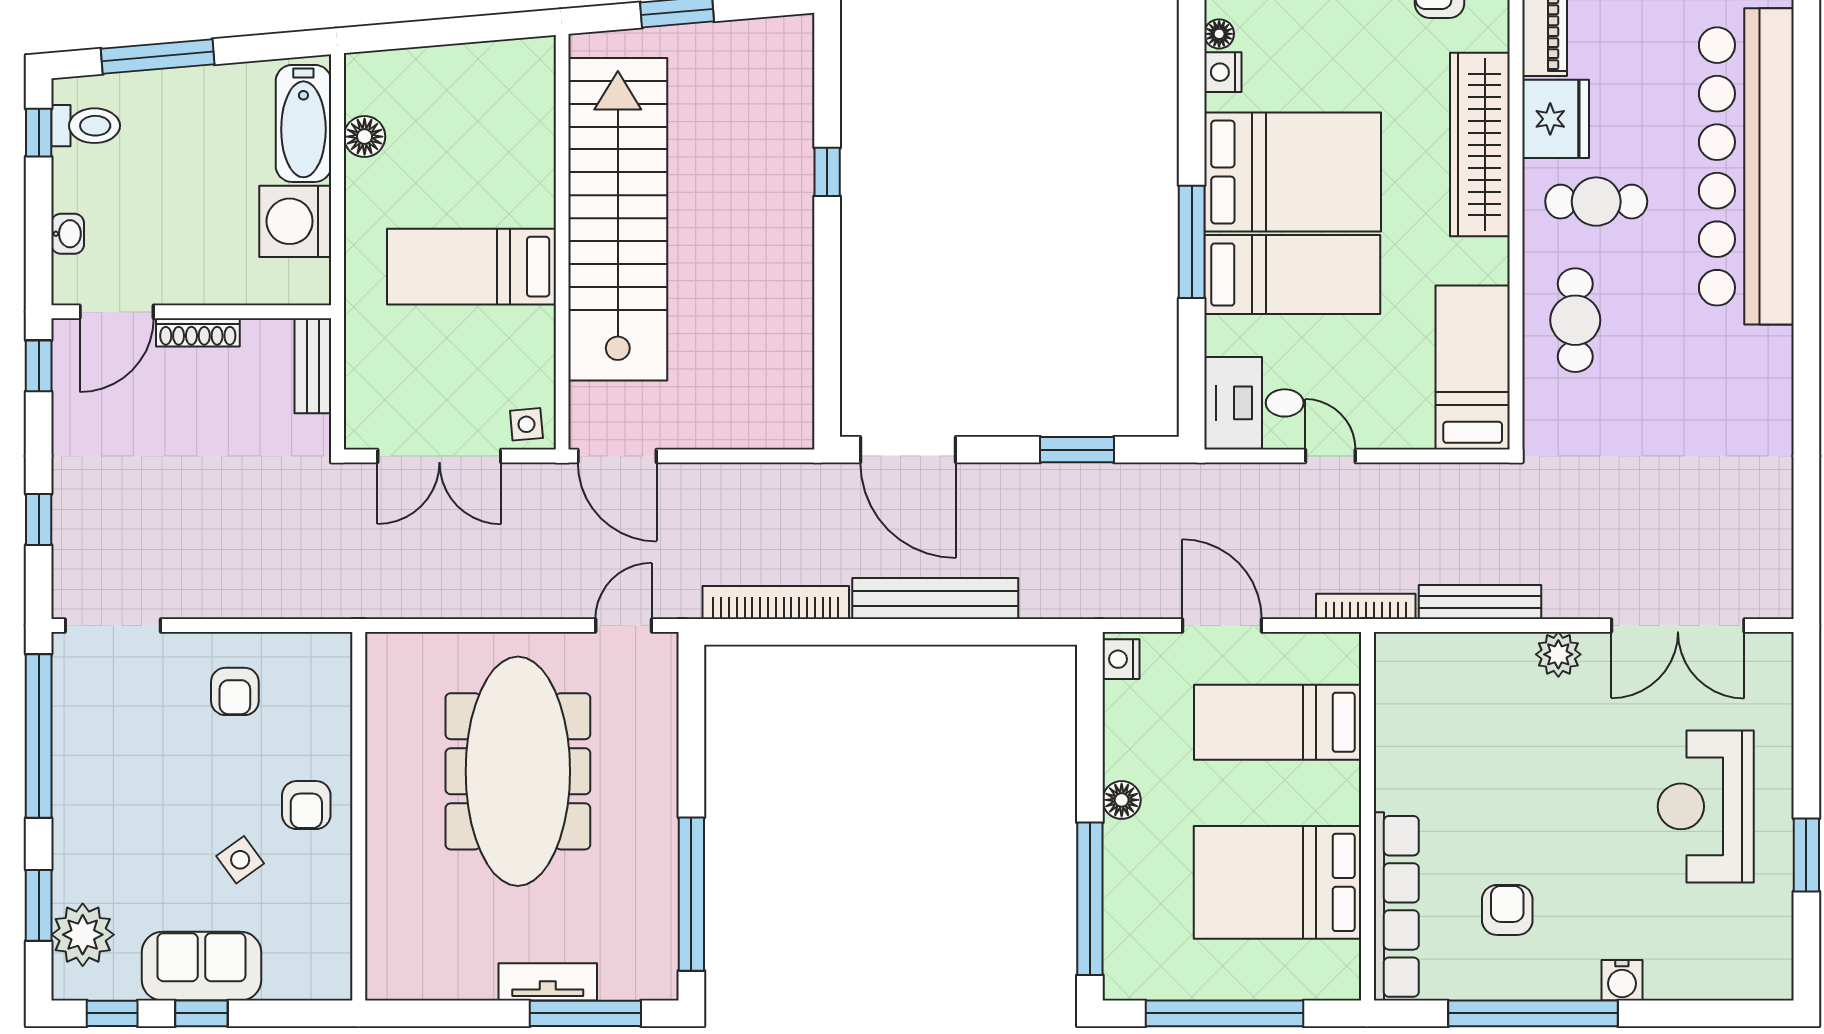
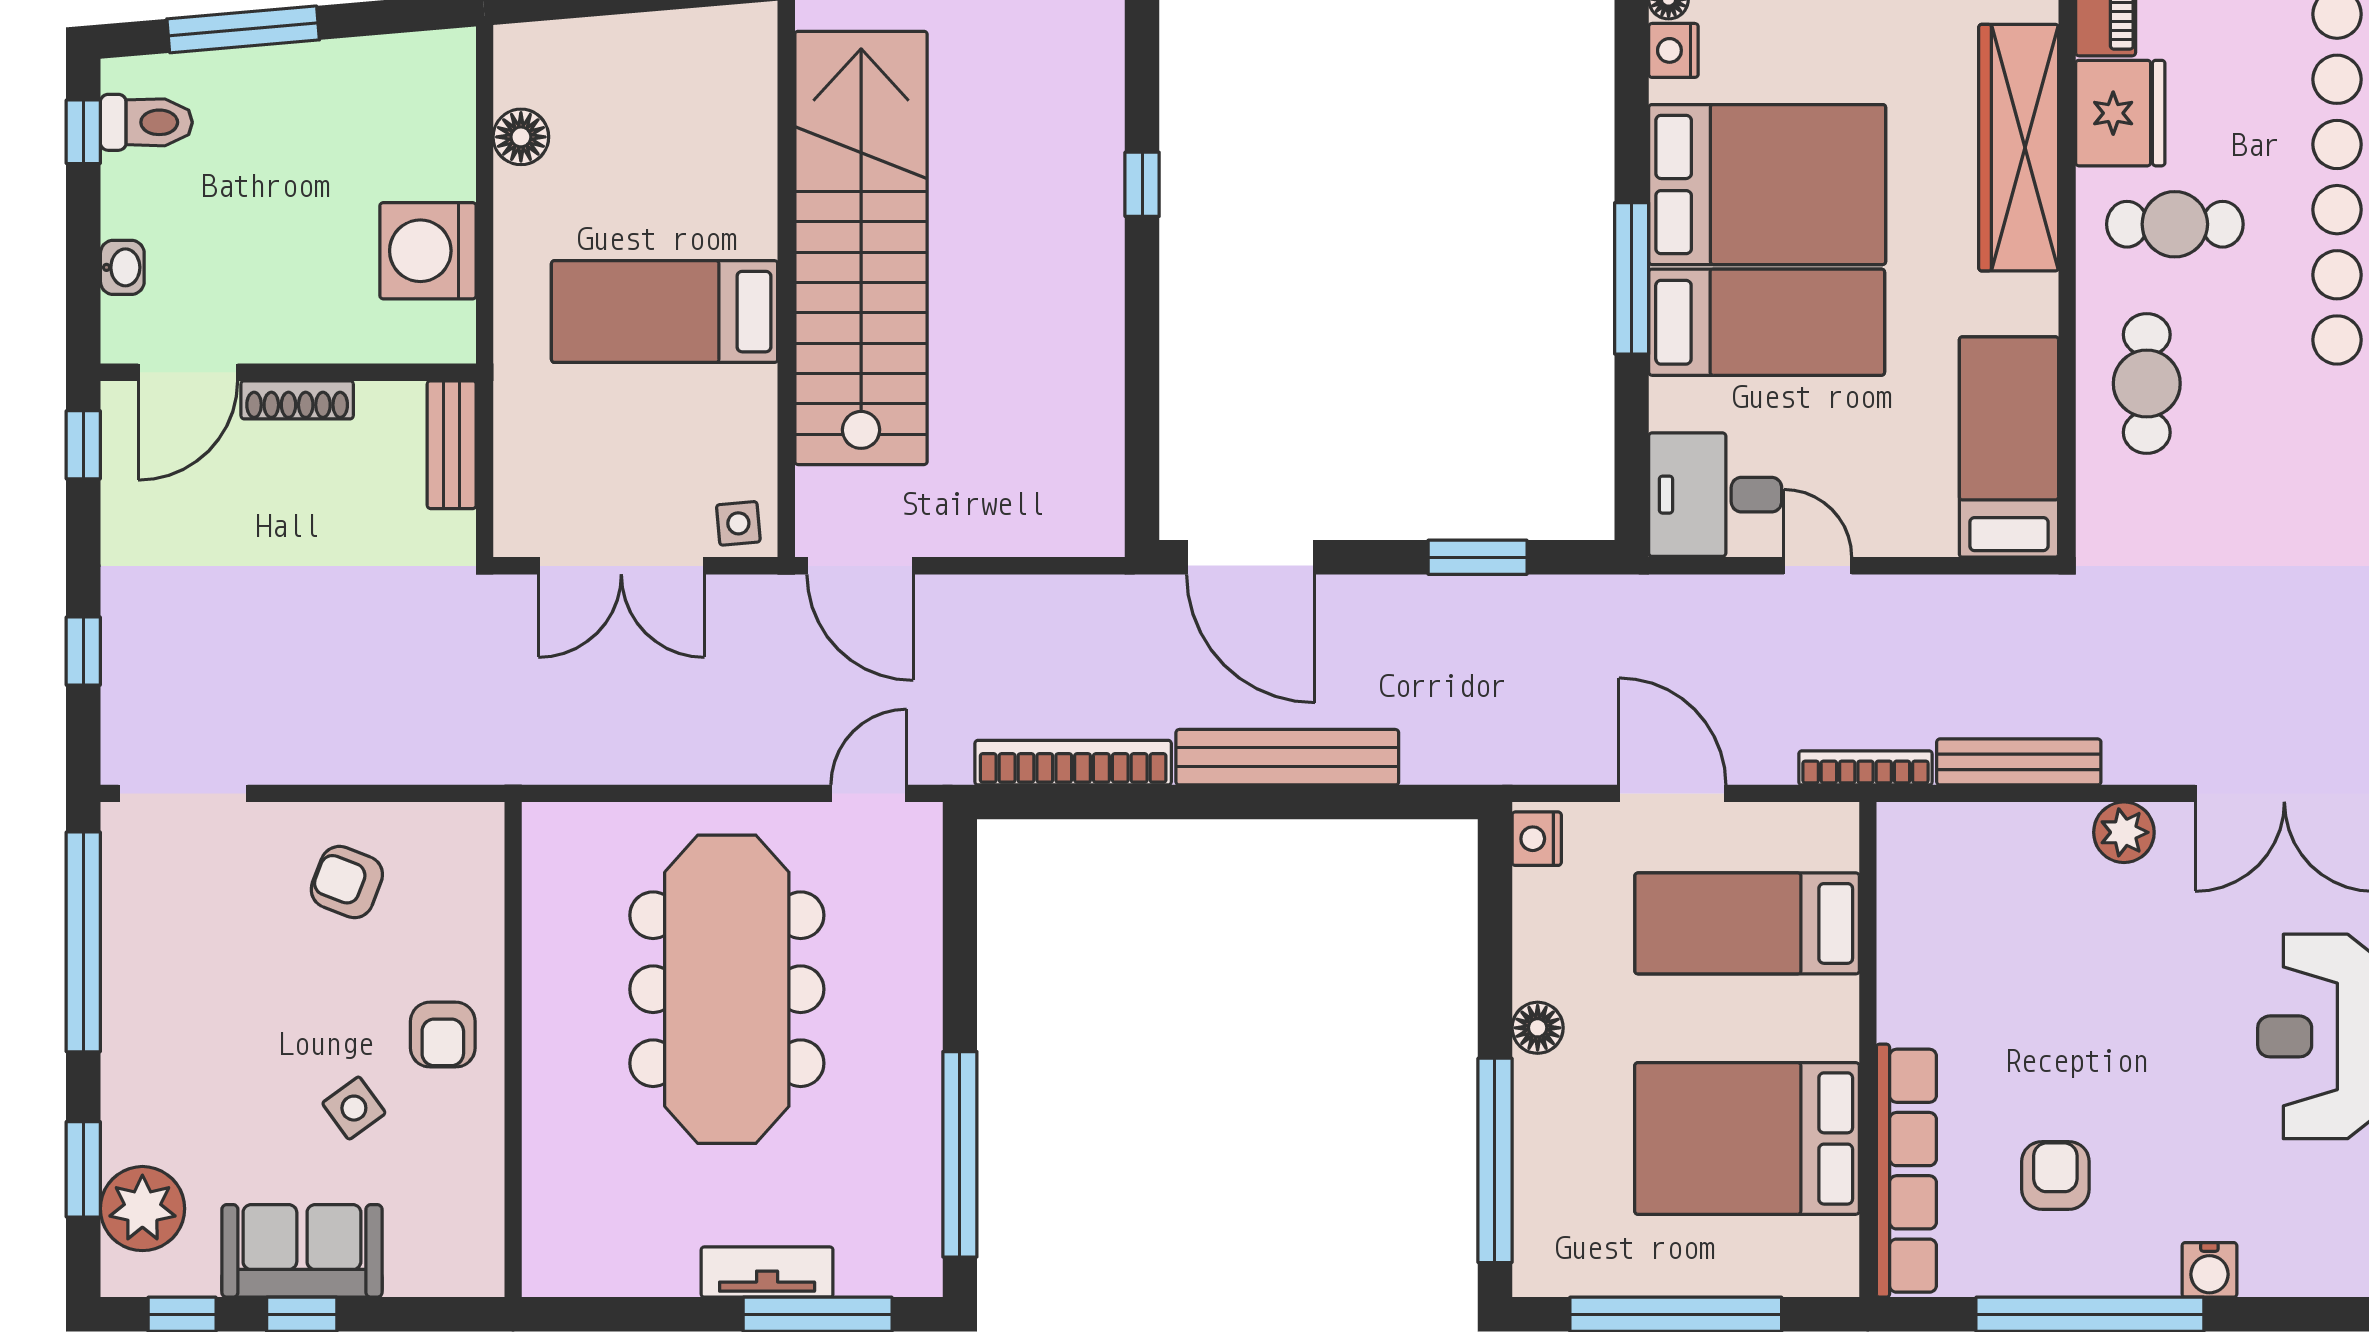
bathtub: (303, 123) -> (439, 119), removed
armchair: (235, 691) -> (347, 882), turned 111

